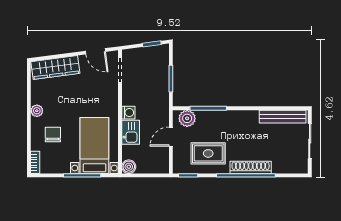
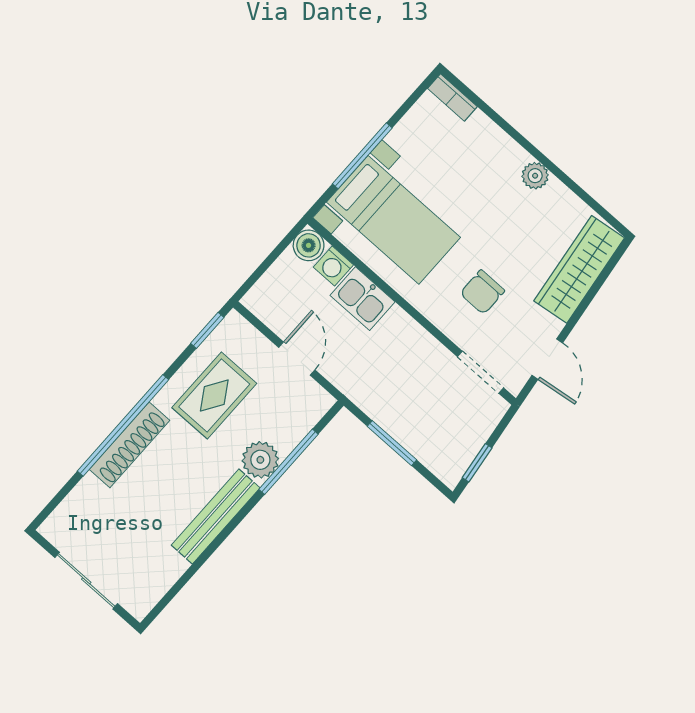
door: (95, 51) -> (547, 359), swing flipped
washing machine: (128, 113) -> (333, 266), moved
bench: (283, 117) -> (216, 516), moved
plant: (187, 118) -> (260, 460), moved
chair: (53, 134) -> (482, 292), moved, turned 90

